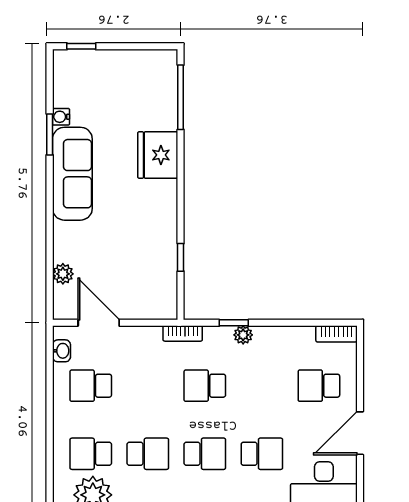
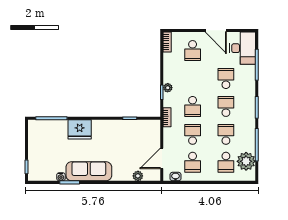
school desk: (148, 386) -> (193, 134), added

